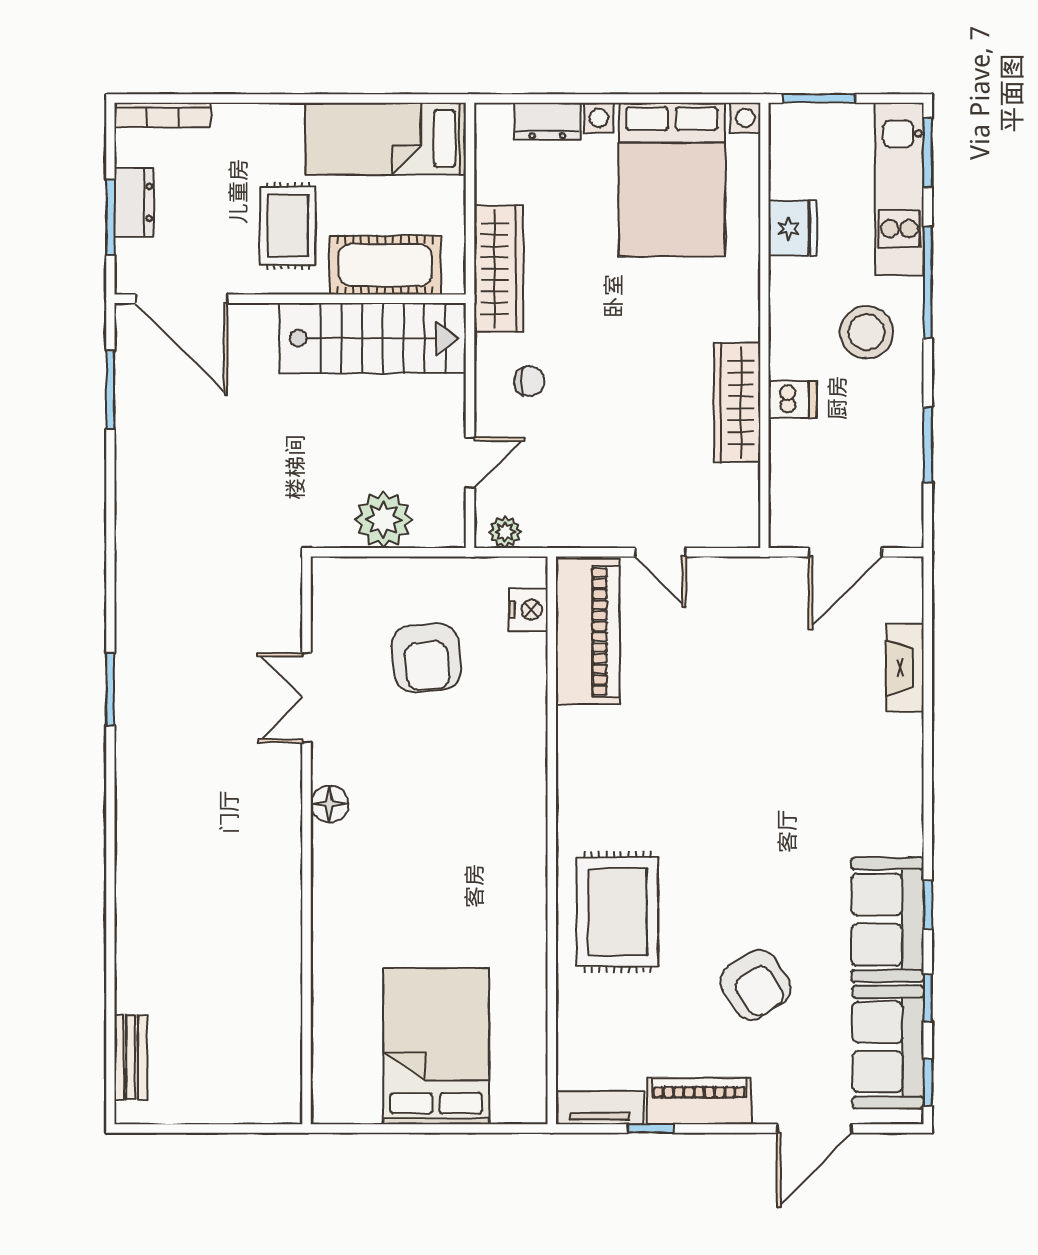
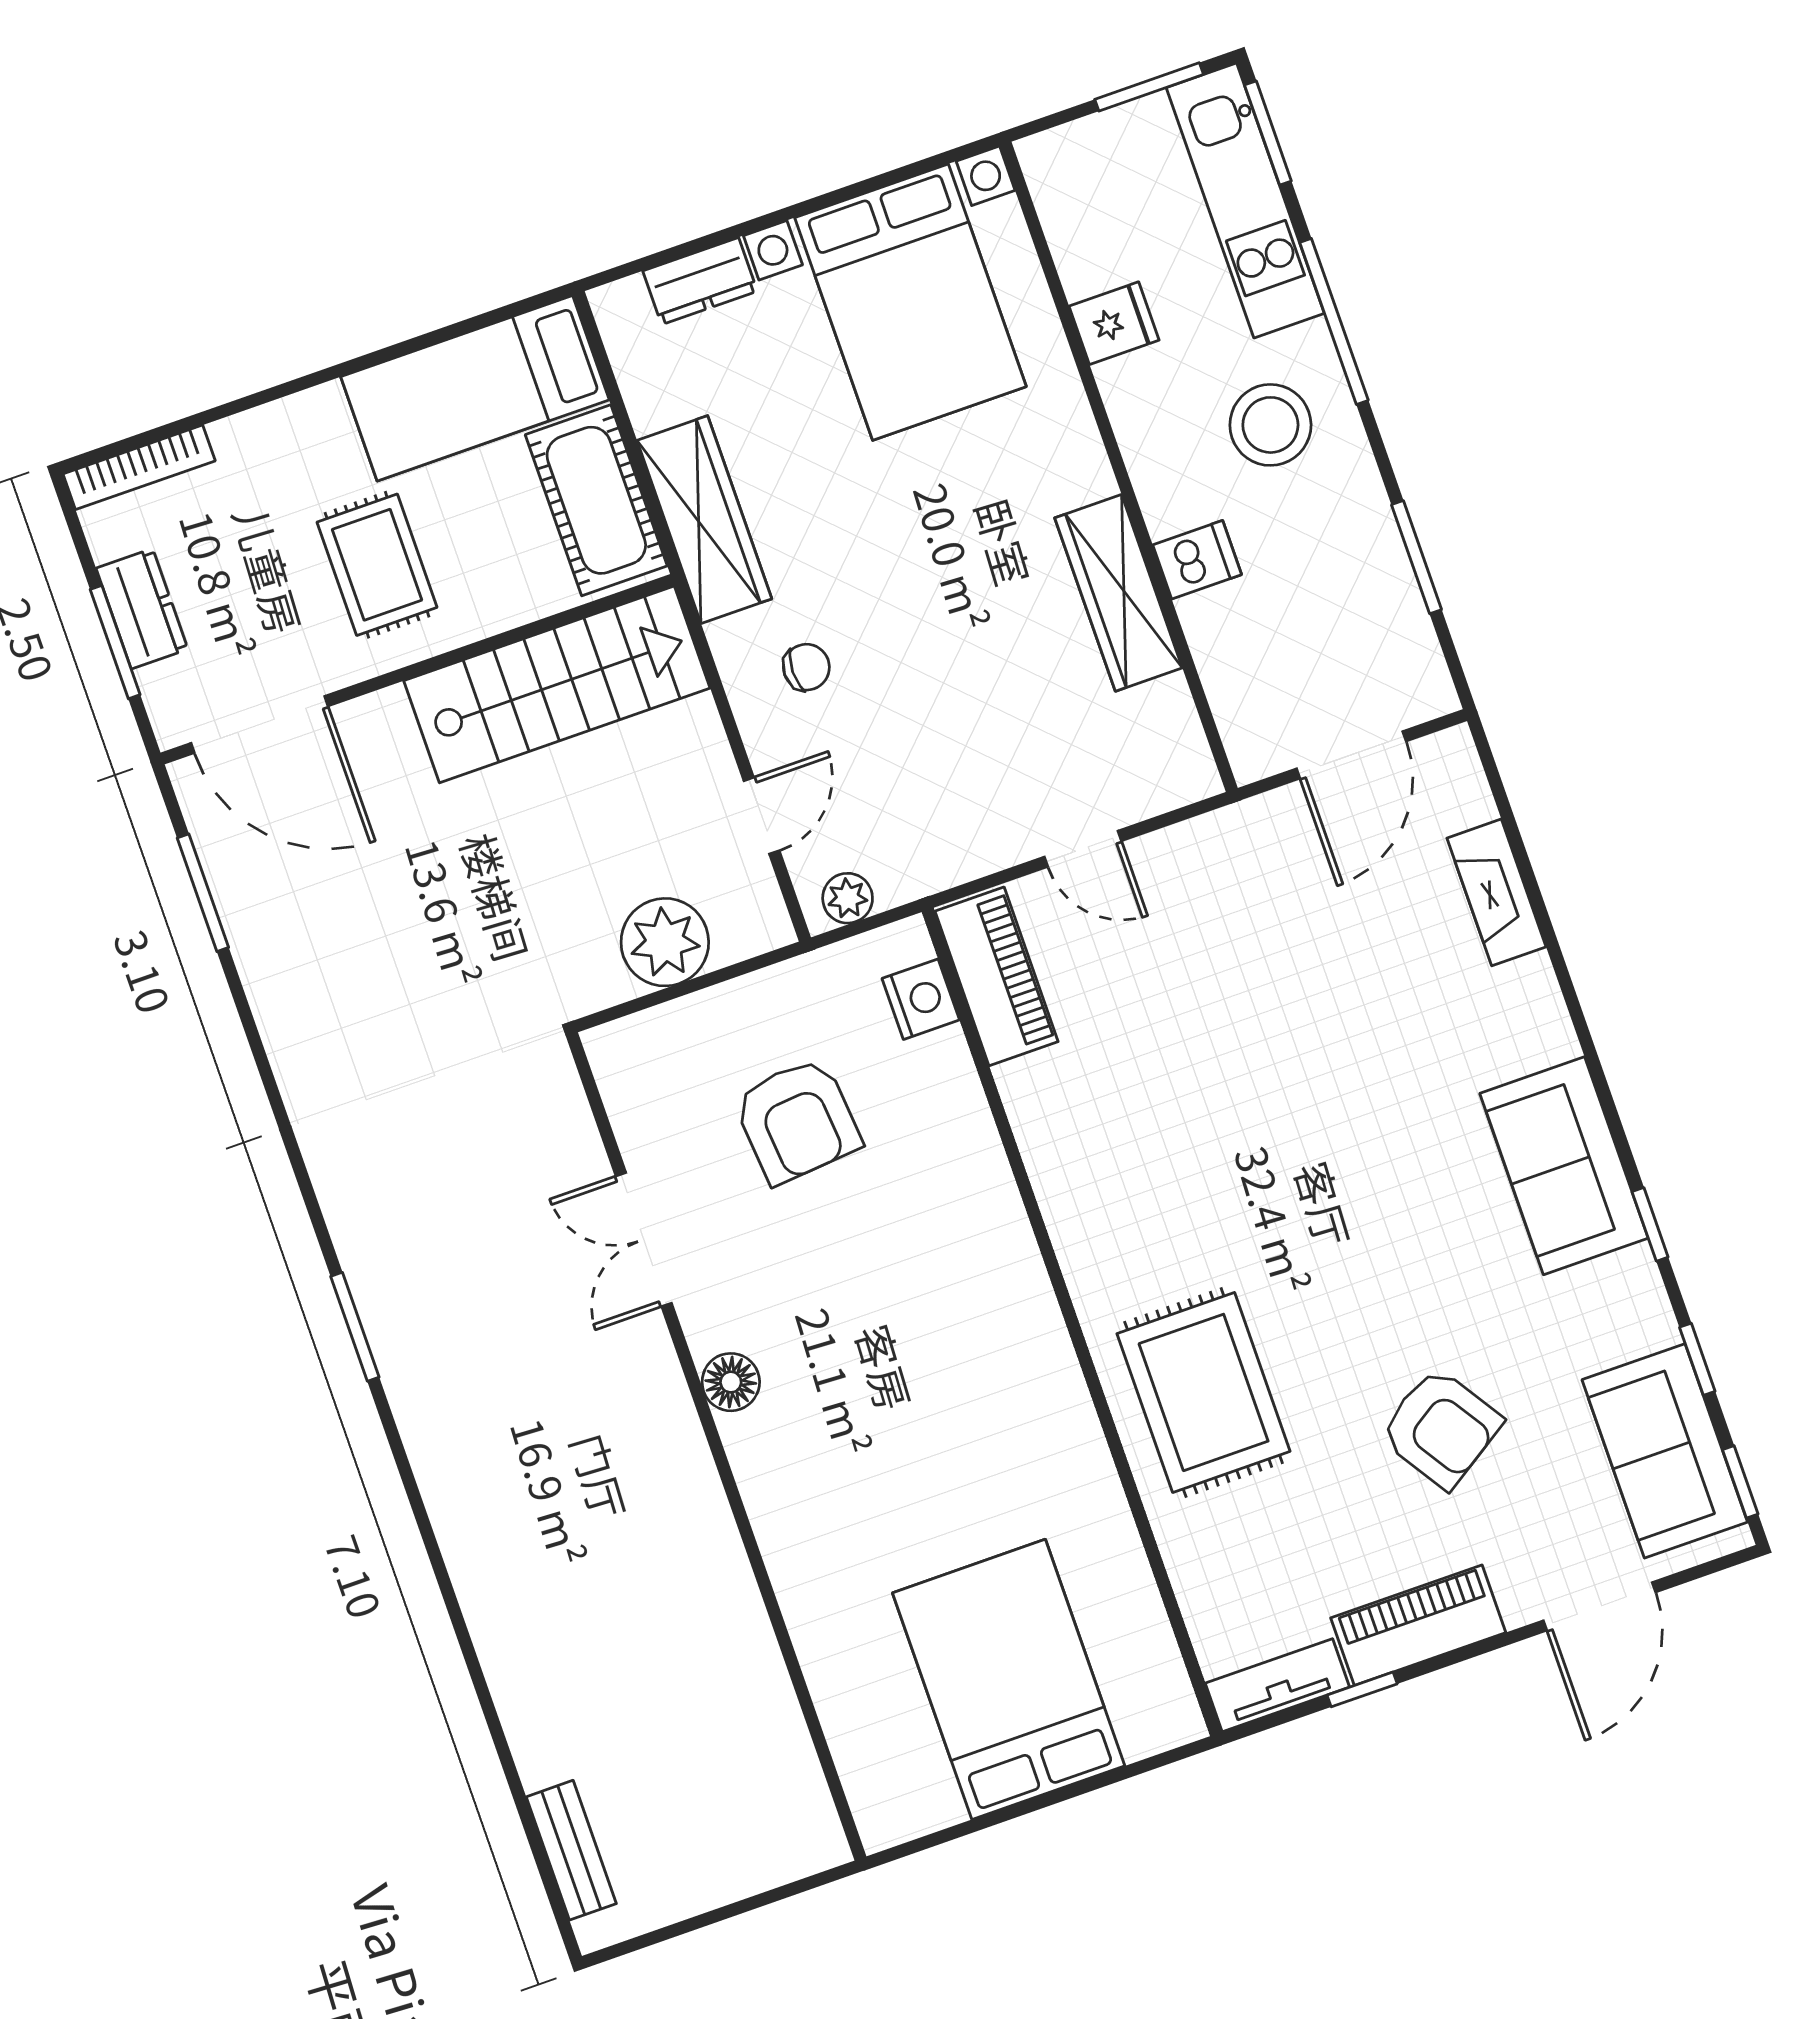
window: (819, 99) -> (1149, 87), moved
fridge: (792, 228) -> (1114, 323), width x0.72
cot: (385, 265) -> (596, 500), moved, turned 90
piano: (588, 632) -> (997, 976), width x0.73, depth x0.75
sofa: (888, 920) -> (1564, 1166), moved

